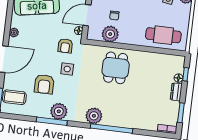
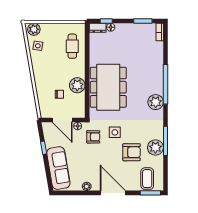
plant: (110, 34) -> (77, 85), moved
cafe table: (163, 35) -> (72, 46), width x0.73, depth x0.74
dining table: (116, 68) -> (108, 87), width x1.87, depth x1.24
dresser: (176, 92) -> (98, 28), moved
plant: (59, 111) -> (155, 147), moved

